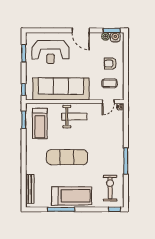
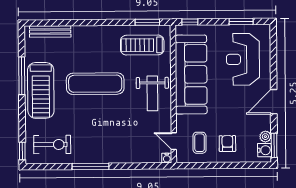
exercise mat: (67, 157) -> (95, 84), turned 90

